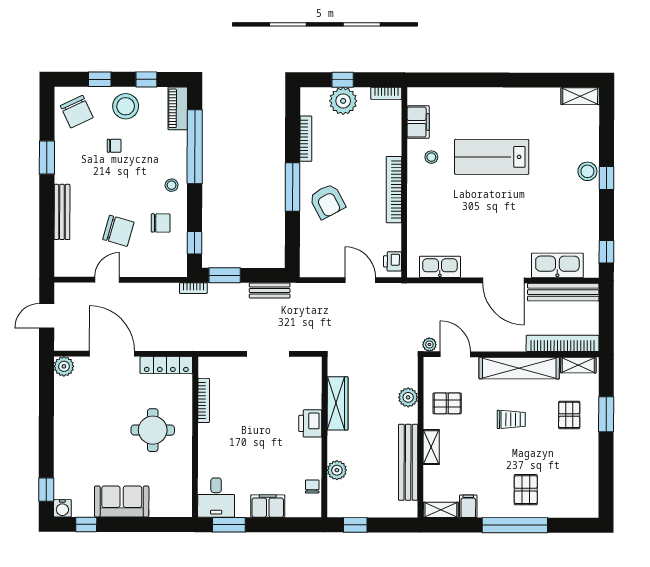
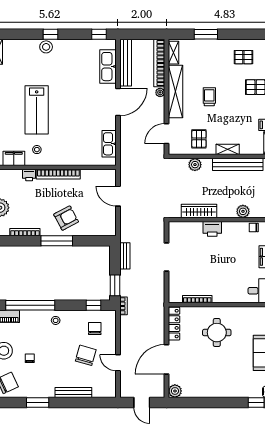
chair: (161, 223) -> (95, 329), moved
printer: (393, 261) -> (29, 175), moved
door: (360, 280) -> (118, 196), hinge flipped
plant: (429, 344) -> (160, 92), moved
pallet: (569, 415) -> (243, 57), moved

